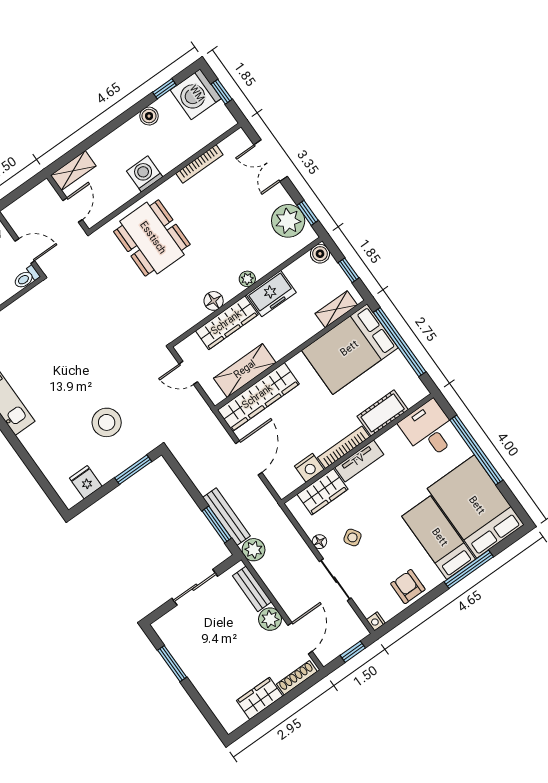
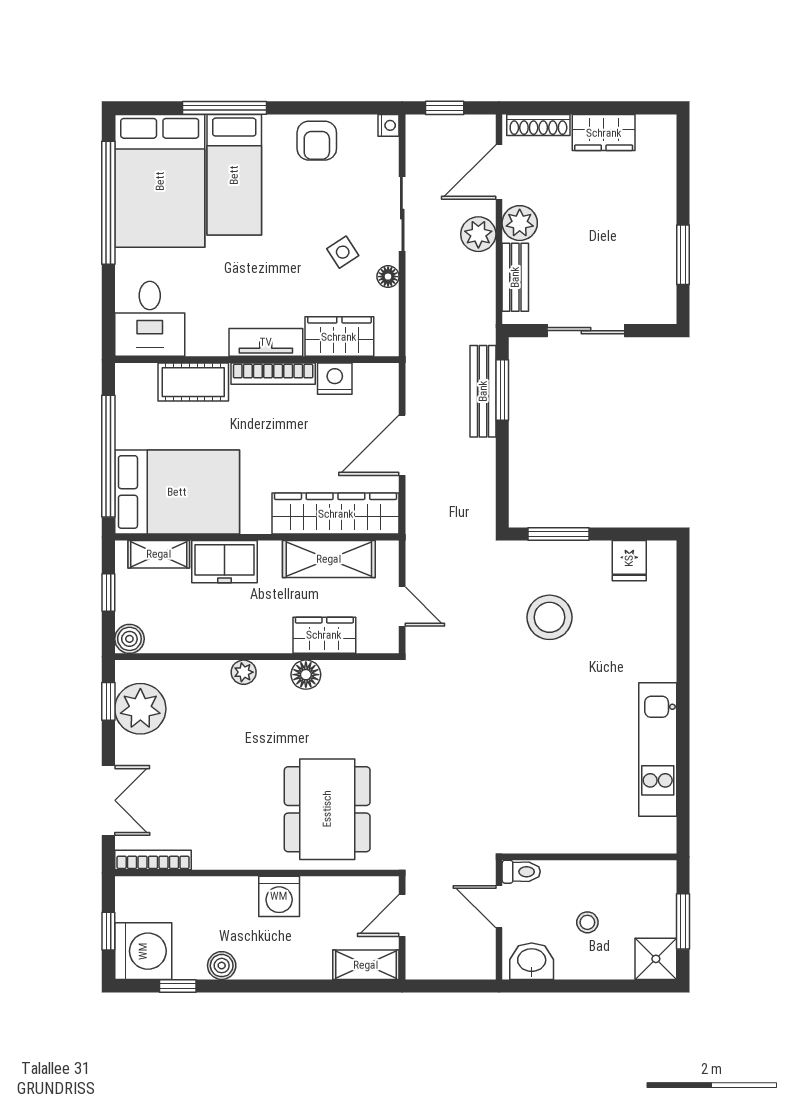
bookcase: (199, 164) -> (153, 860), moved
freezer: (271, 294) -> (225, 562), moved, turned 180
wardrobe: (227, 323) -> (324, 635), width x0.67
window: (476, 450) -> (108, 203), moved
plant: (254, 550) -> (478, 234), moved

